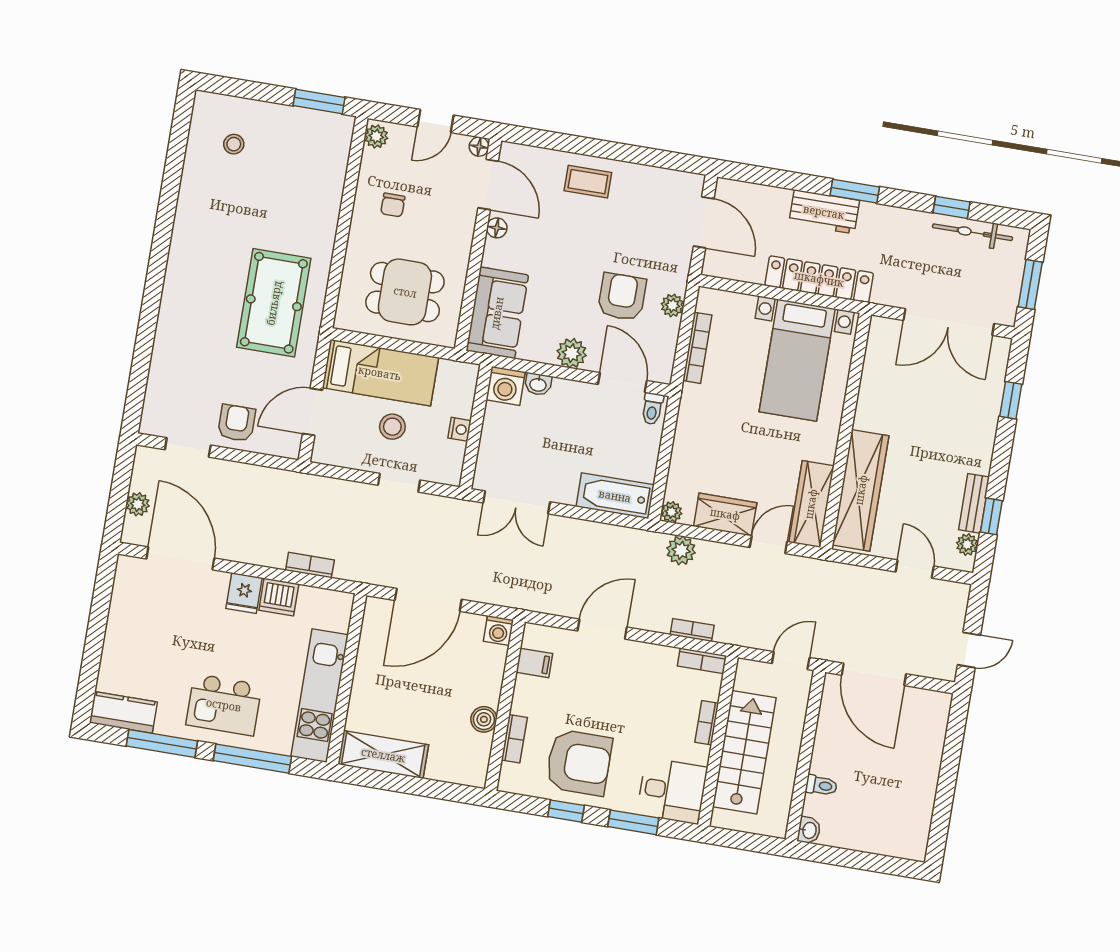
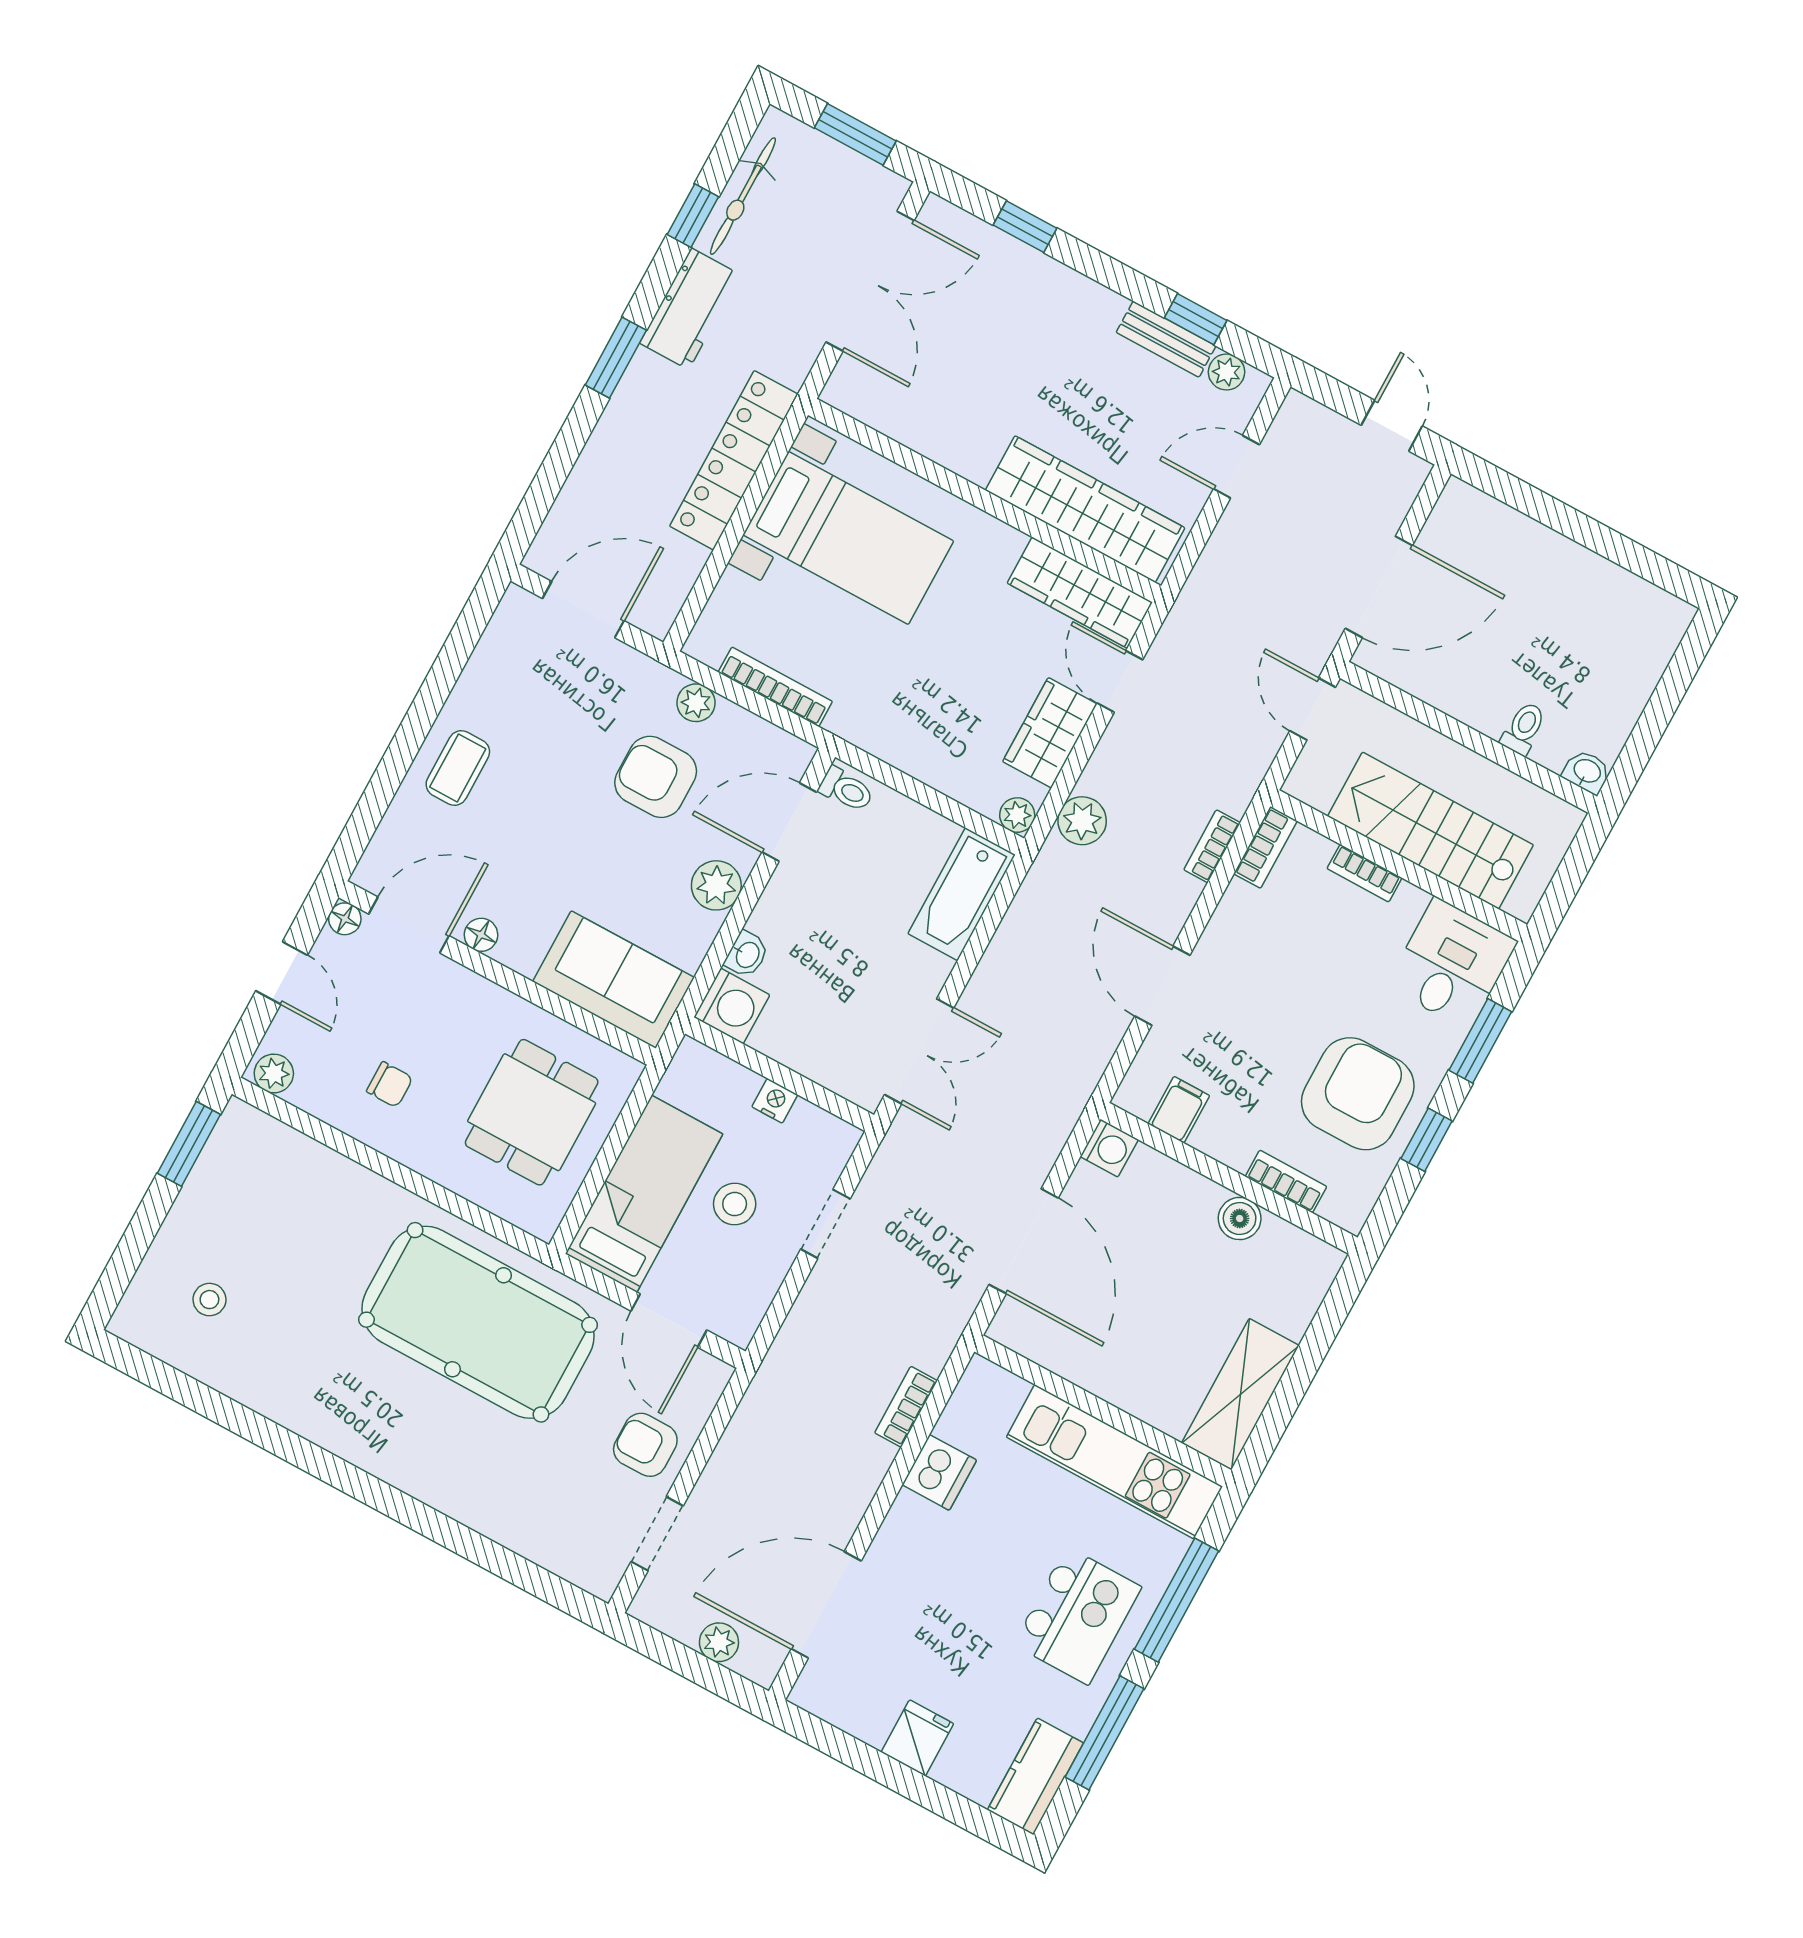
workbench: (824, 212) -> (690, 309), moved
pool table: (274, 303) -> (478, 1322), width x1.36, depth x1.32
fridge: (244, 593) -> (917, 1738), moved, turned -90

